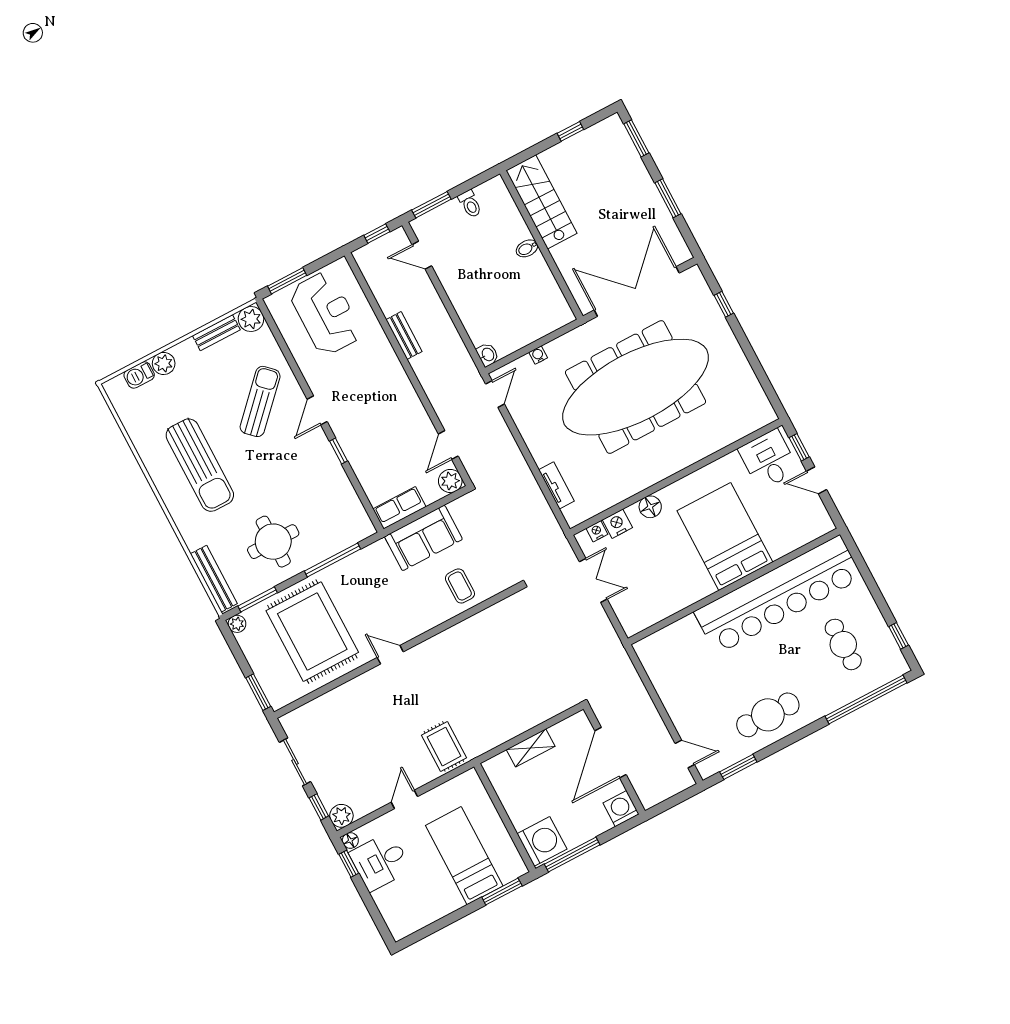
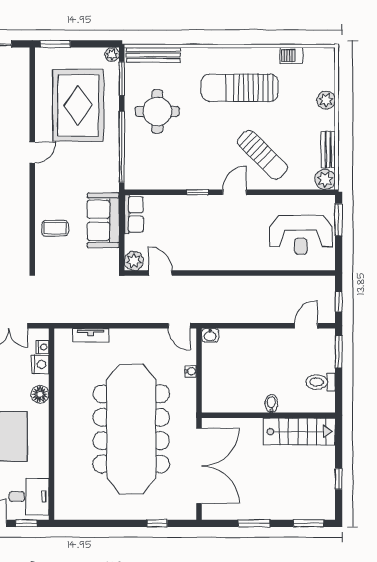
toilet: (470, 204) -> (321, 382), width x1.37, depth x1.39
bench: (404, 336) -> (255, 283), removed
barbecue: (139, 375) -> (291, 55), moved, turned -90
door: (317, 410) -> (235, 192), hinge flipped
window: (332, 560) -> (122, 147), width x1.46
rug: (312, 632) -> (78, 105), turned 90

